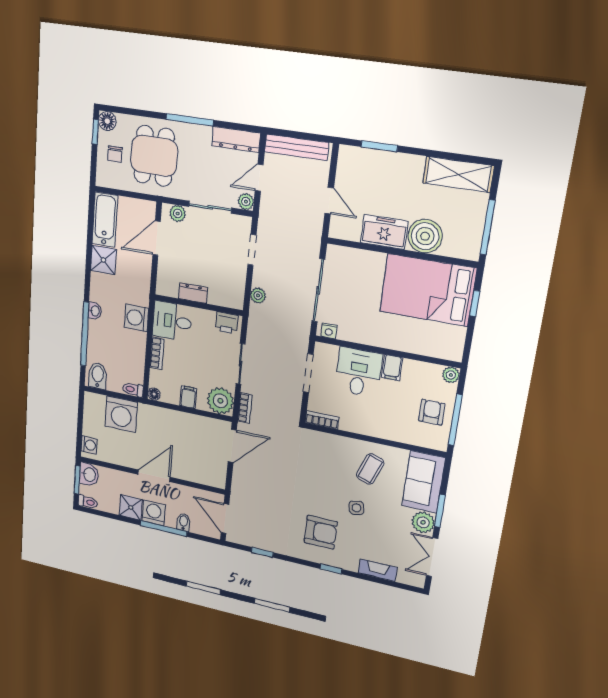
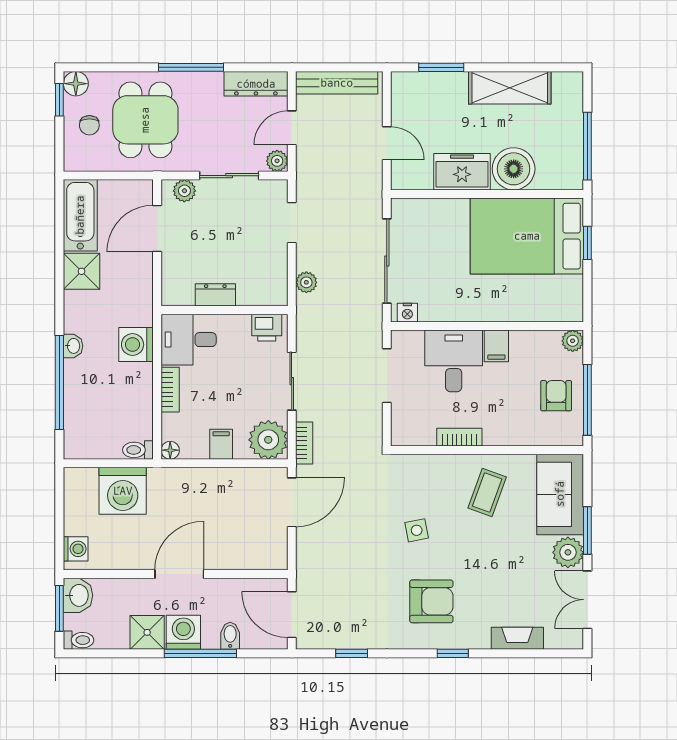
shelving: (458, 174) -> (510, 88), moved
bidet: (98, 376) -> (83, 440), removed
bookcase: (322, 420) -> (459, 437), moved
side table: (356, 508) -> (417, 530), moved

